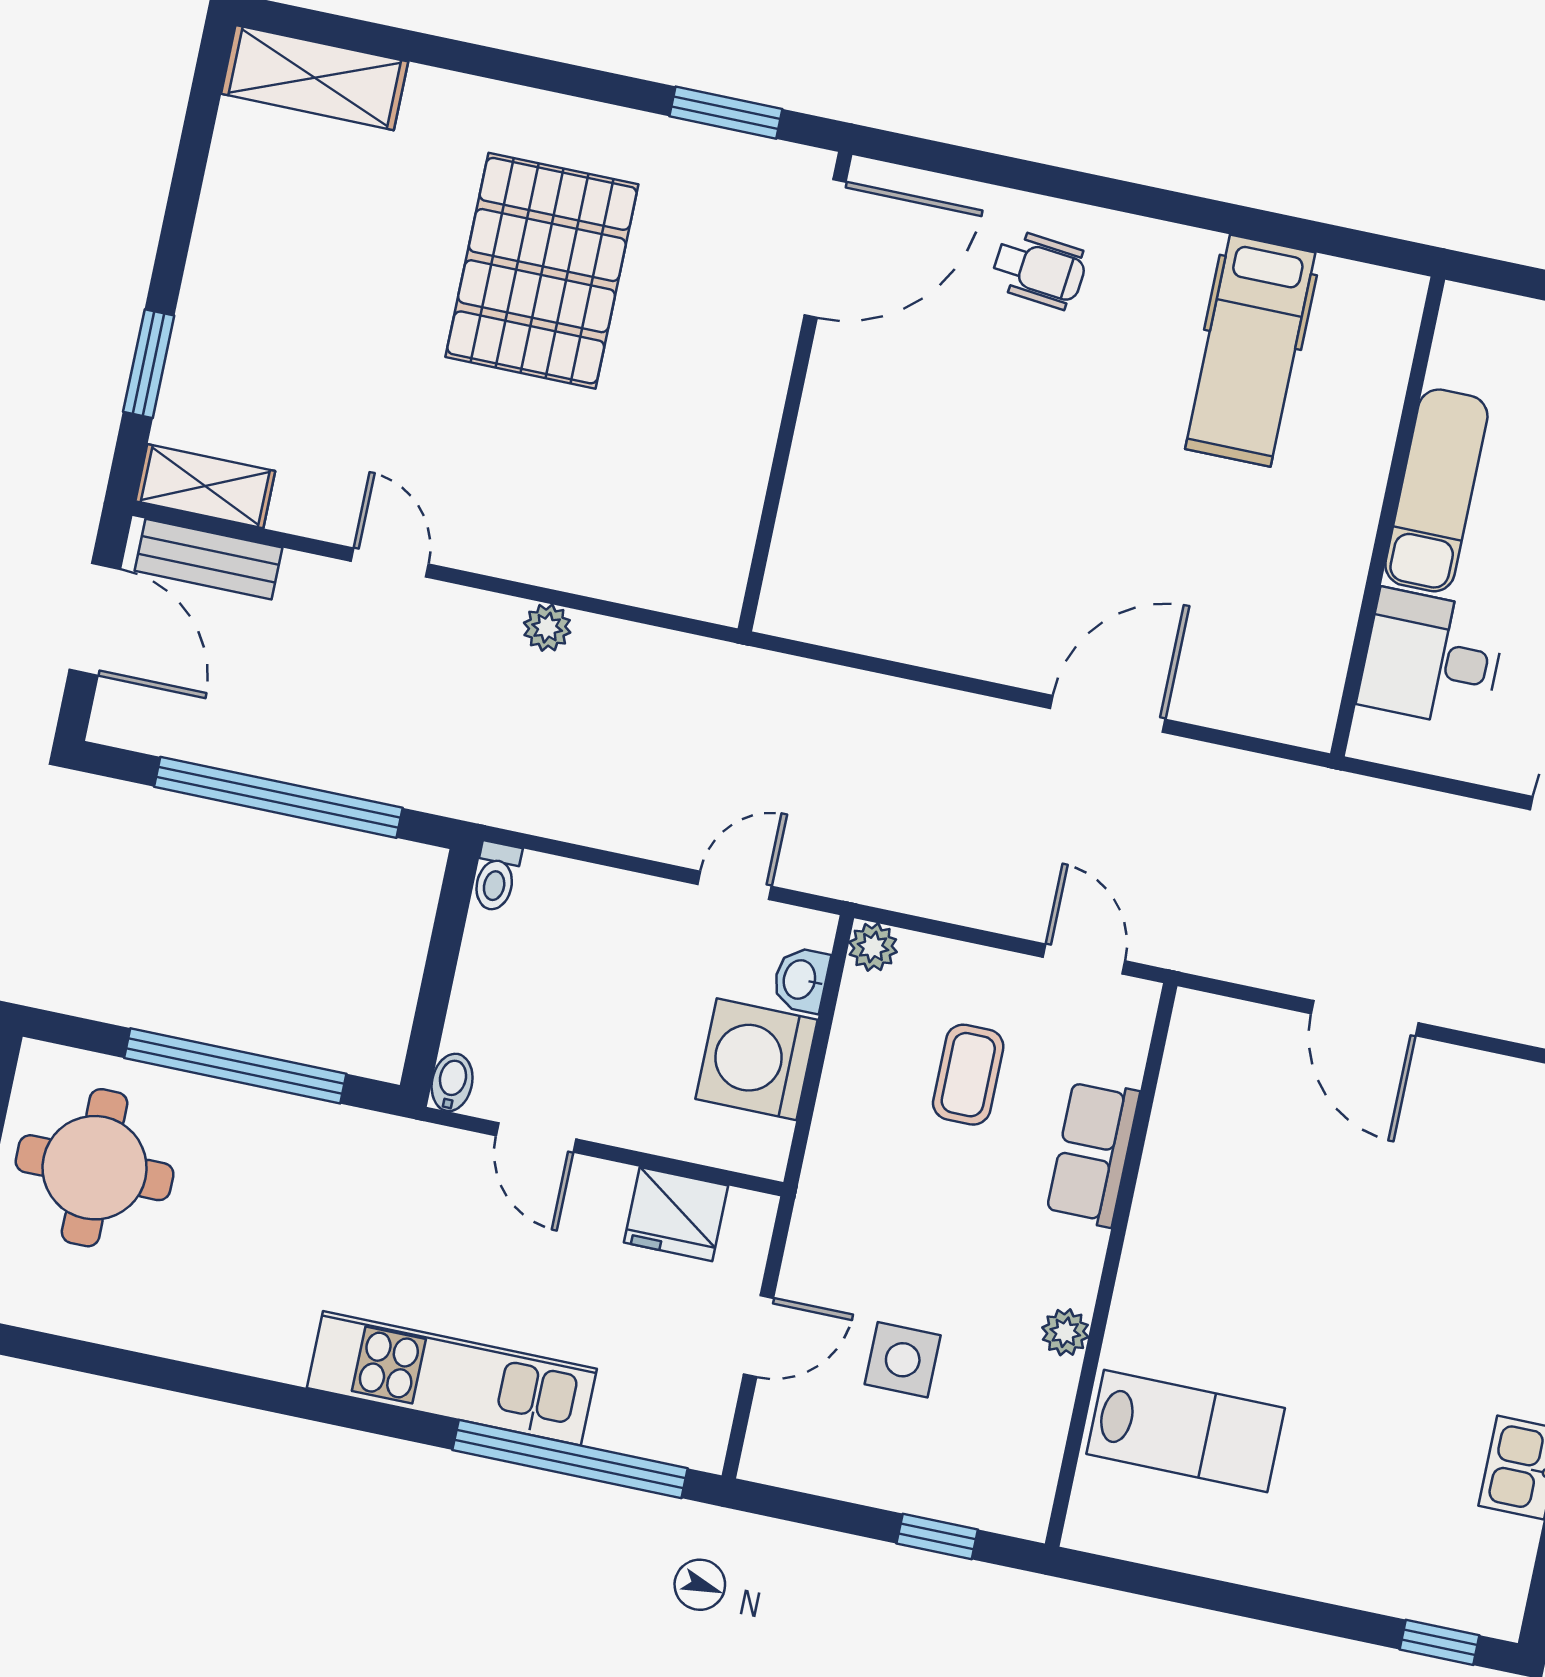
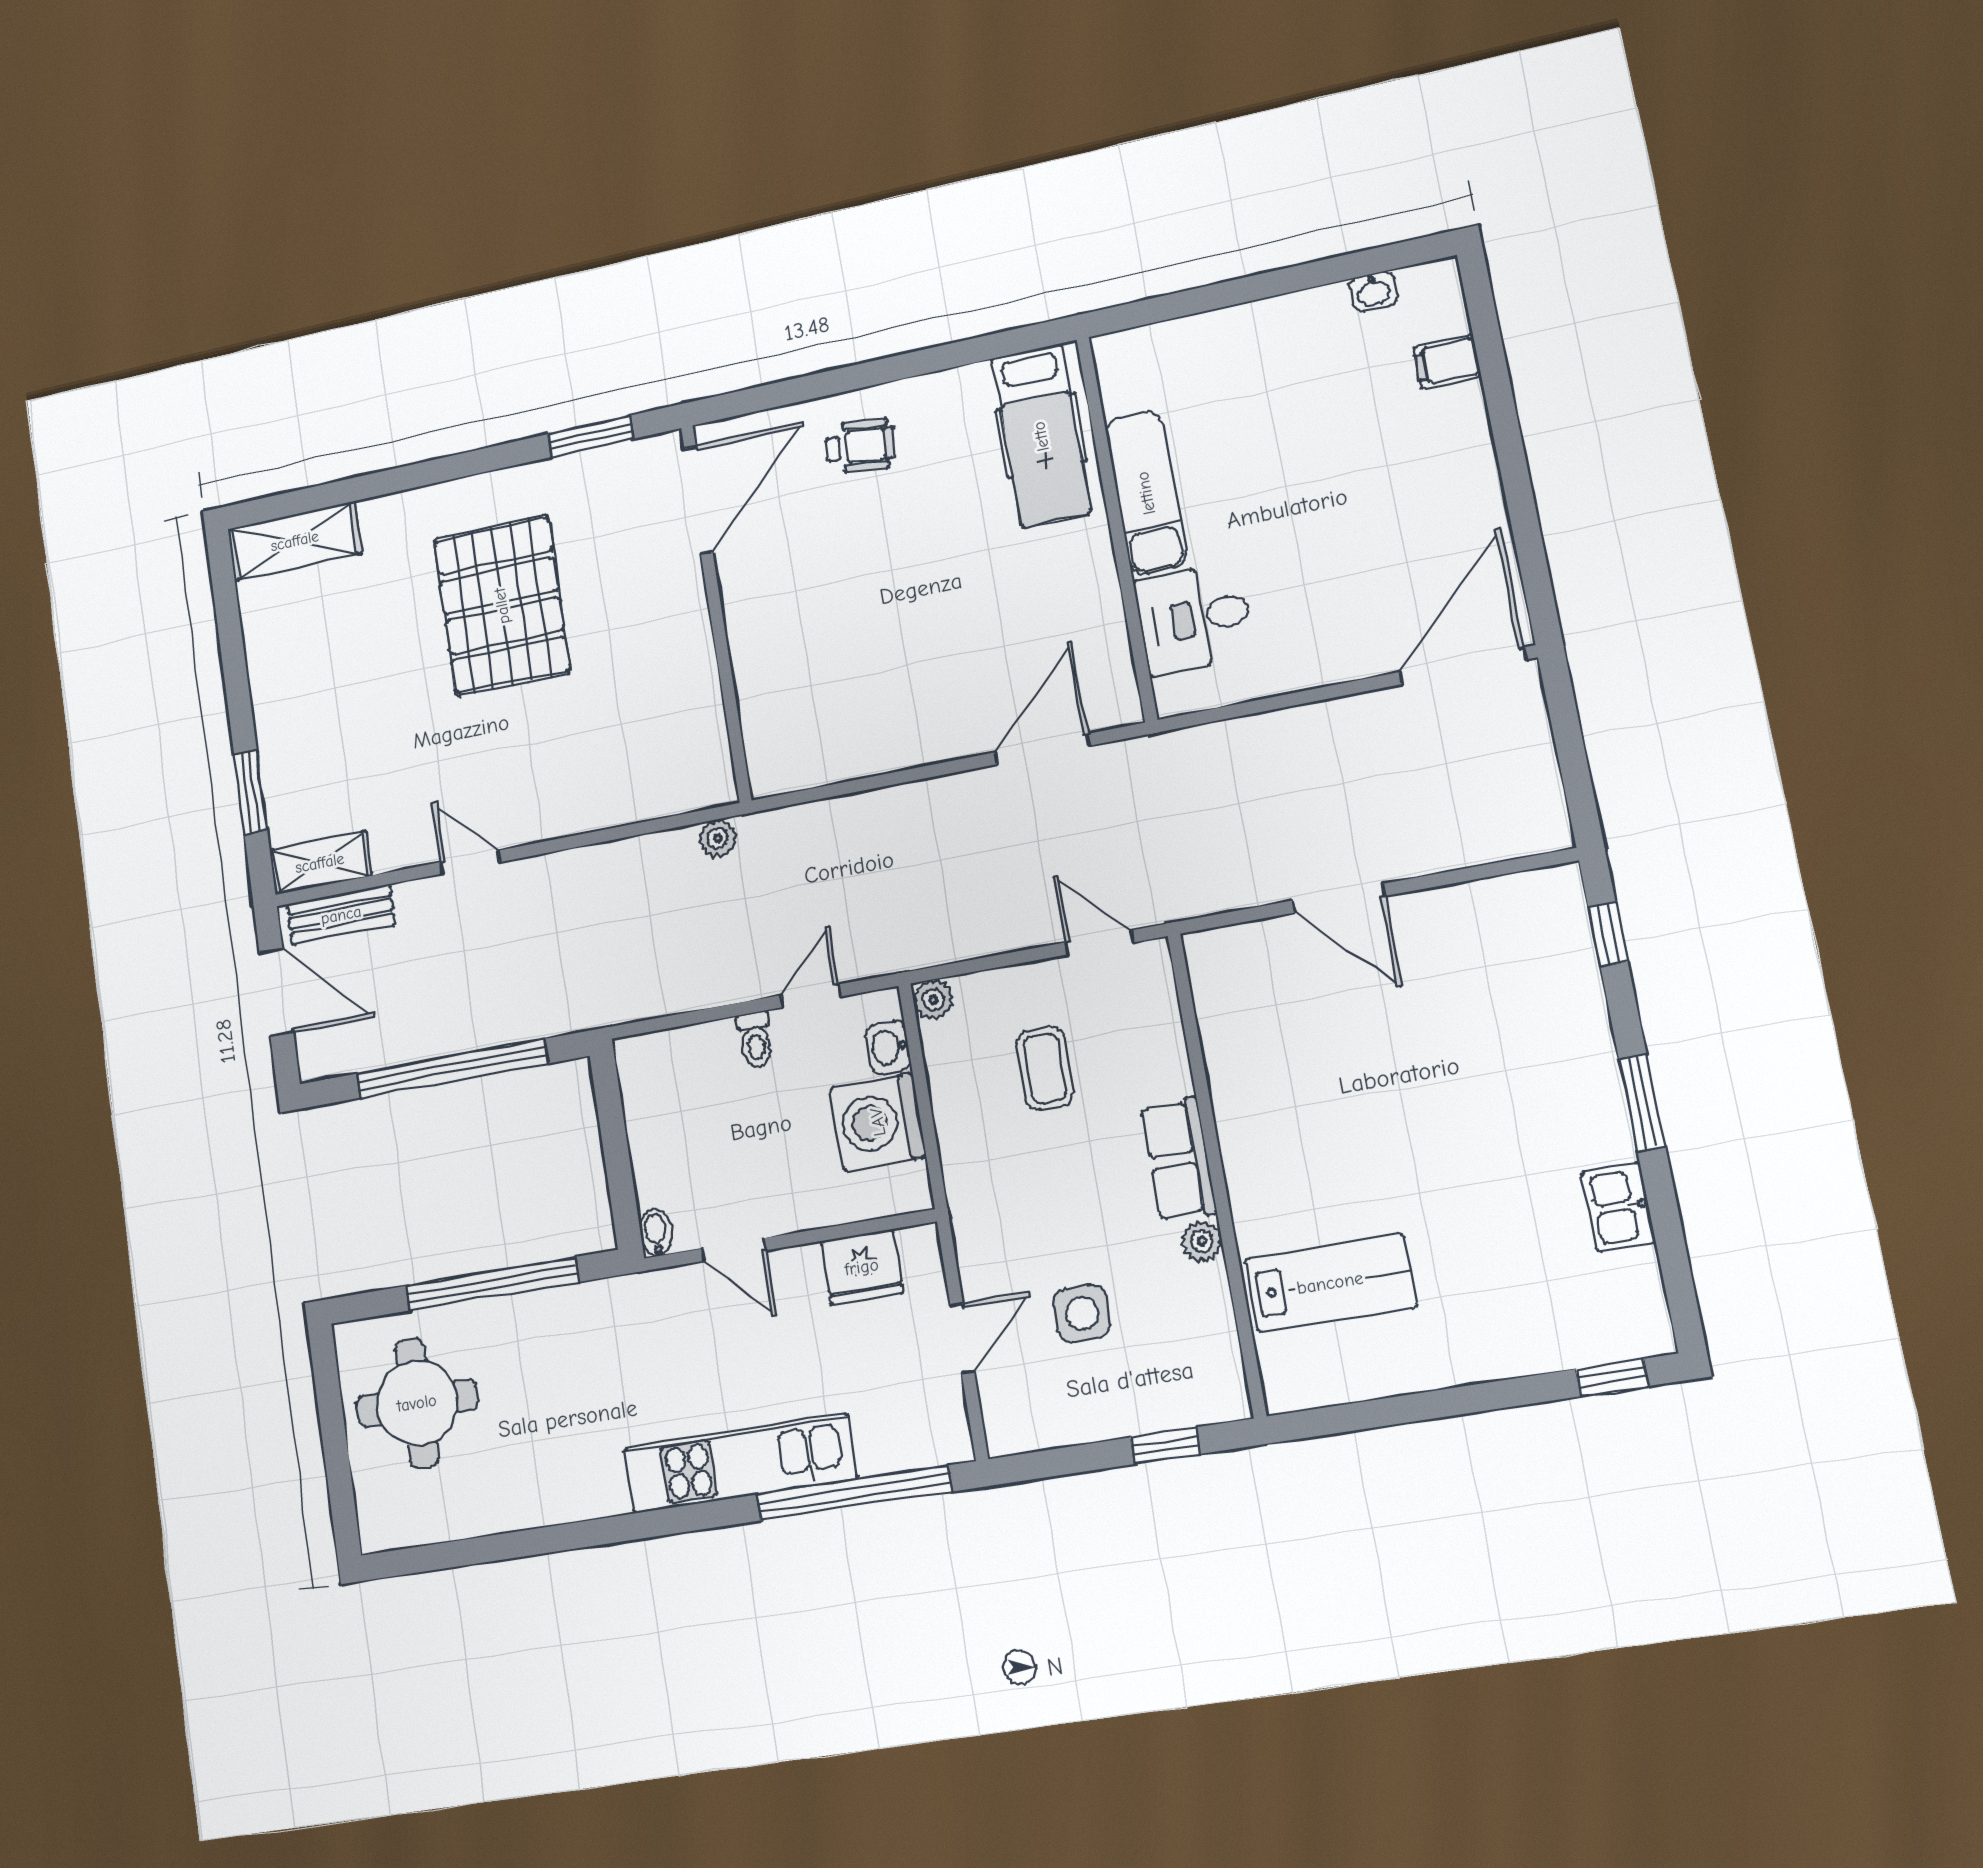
exam couch: (1436, 490) -> (1146, 493), moved
wall: (1388, 517) -> (1117, 528), moved
plant: (547, 628) -> (718, 838), moved
desk: (1432, 658) -> (1194, 618), moved
toilet: (496, 877) -> (755, 1040), moved
row of seats: (1093, 1153) -> (1179, 1159), moved

